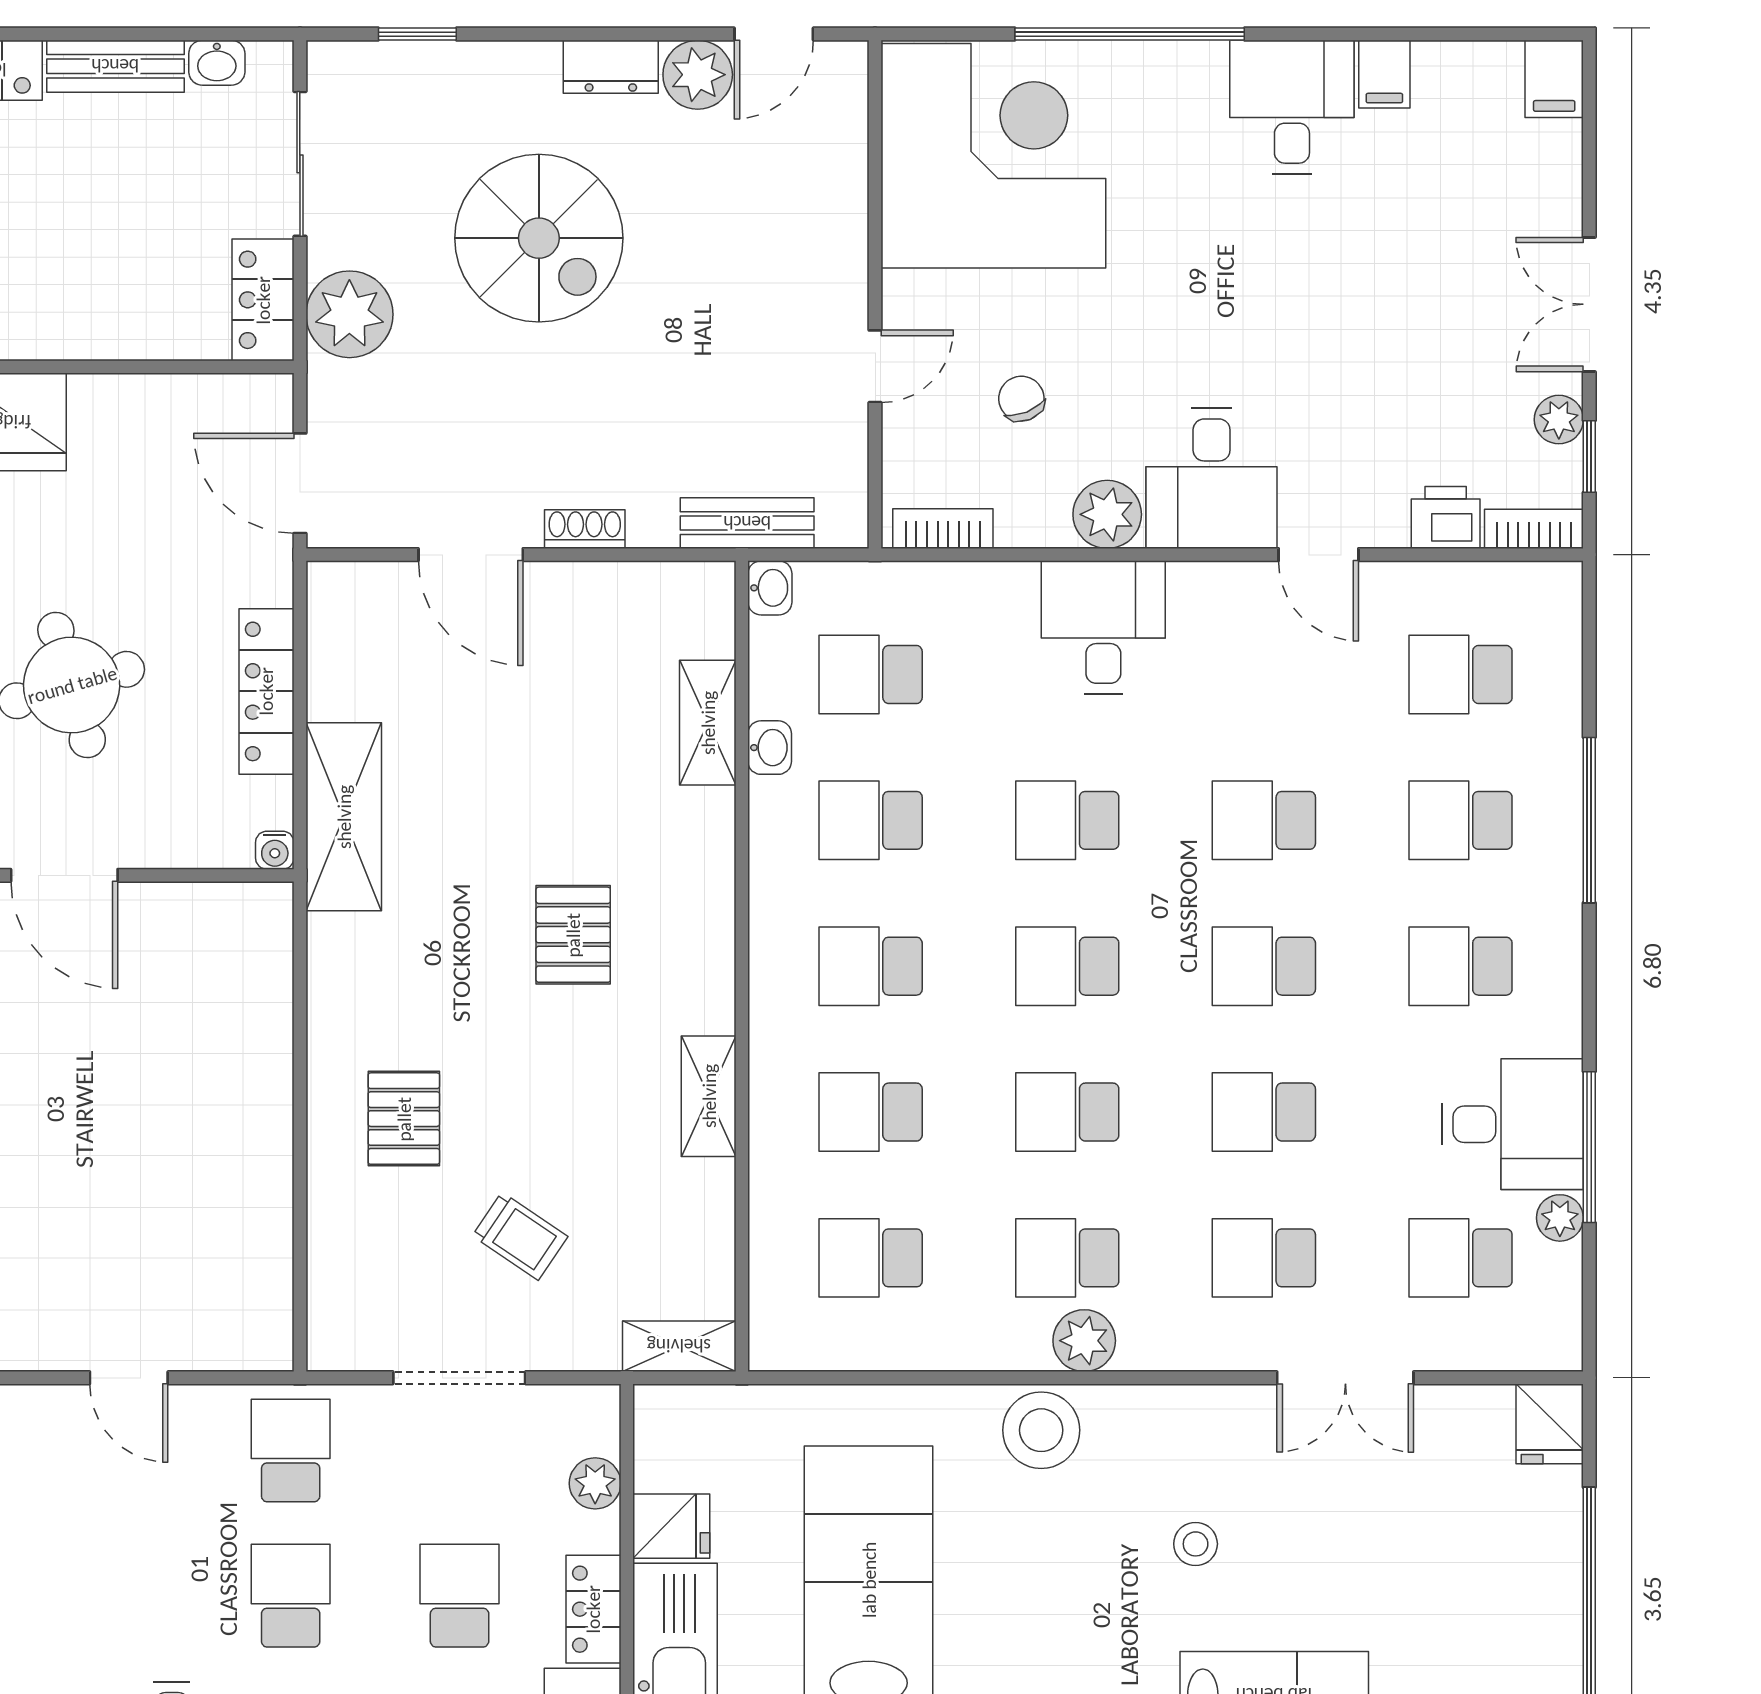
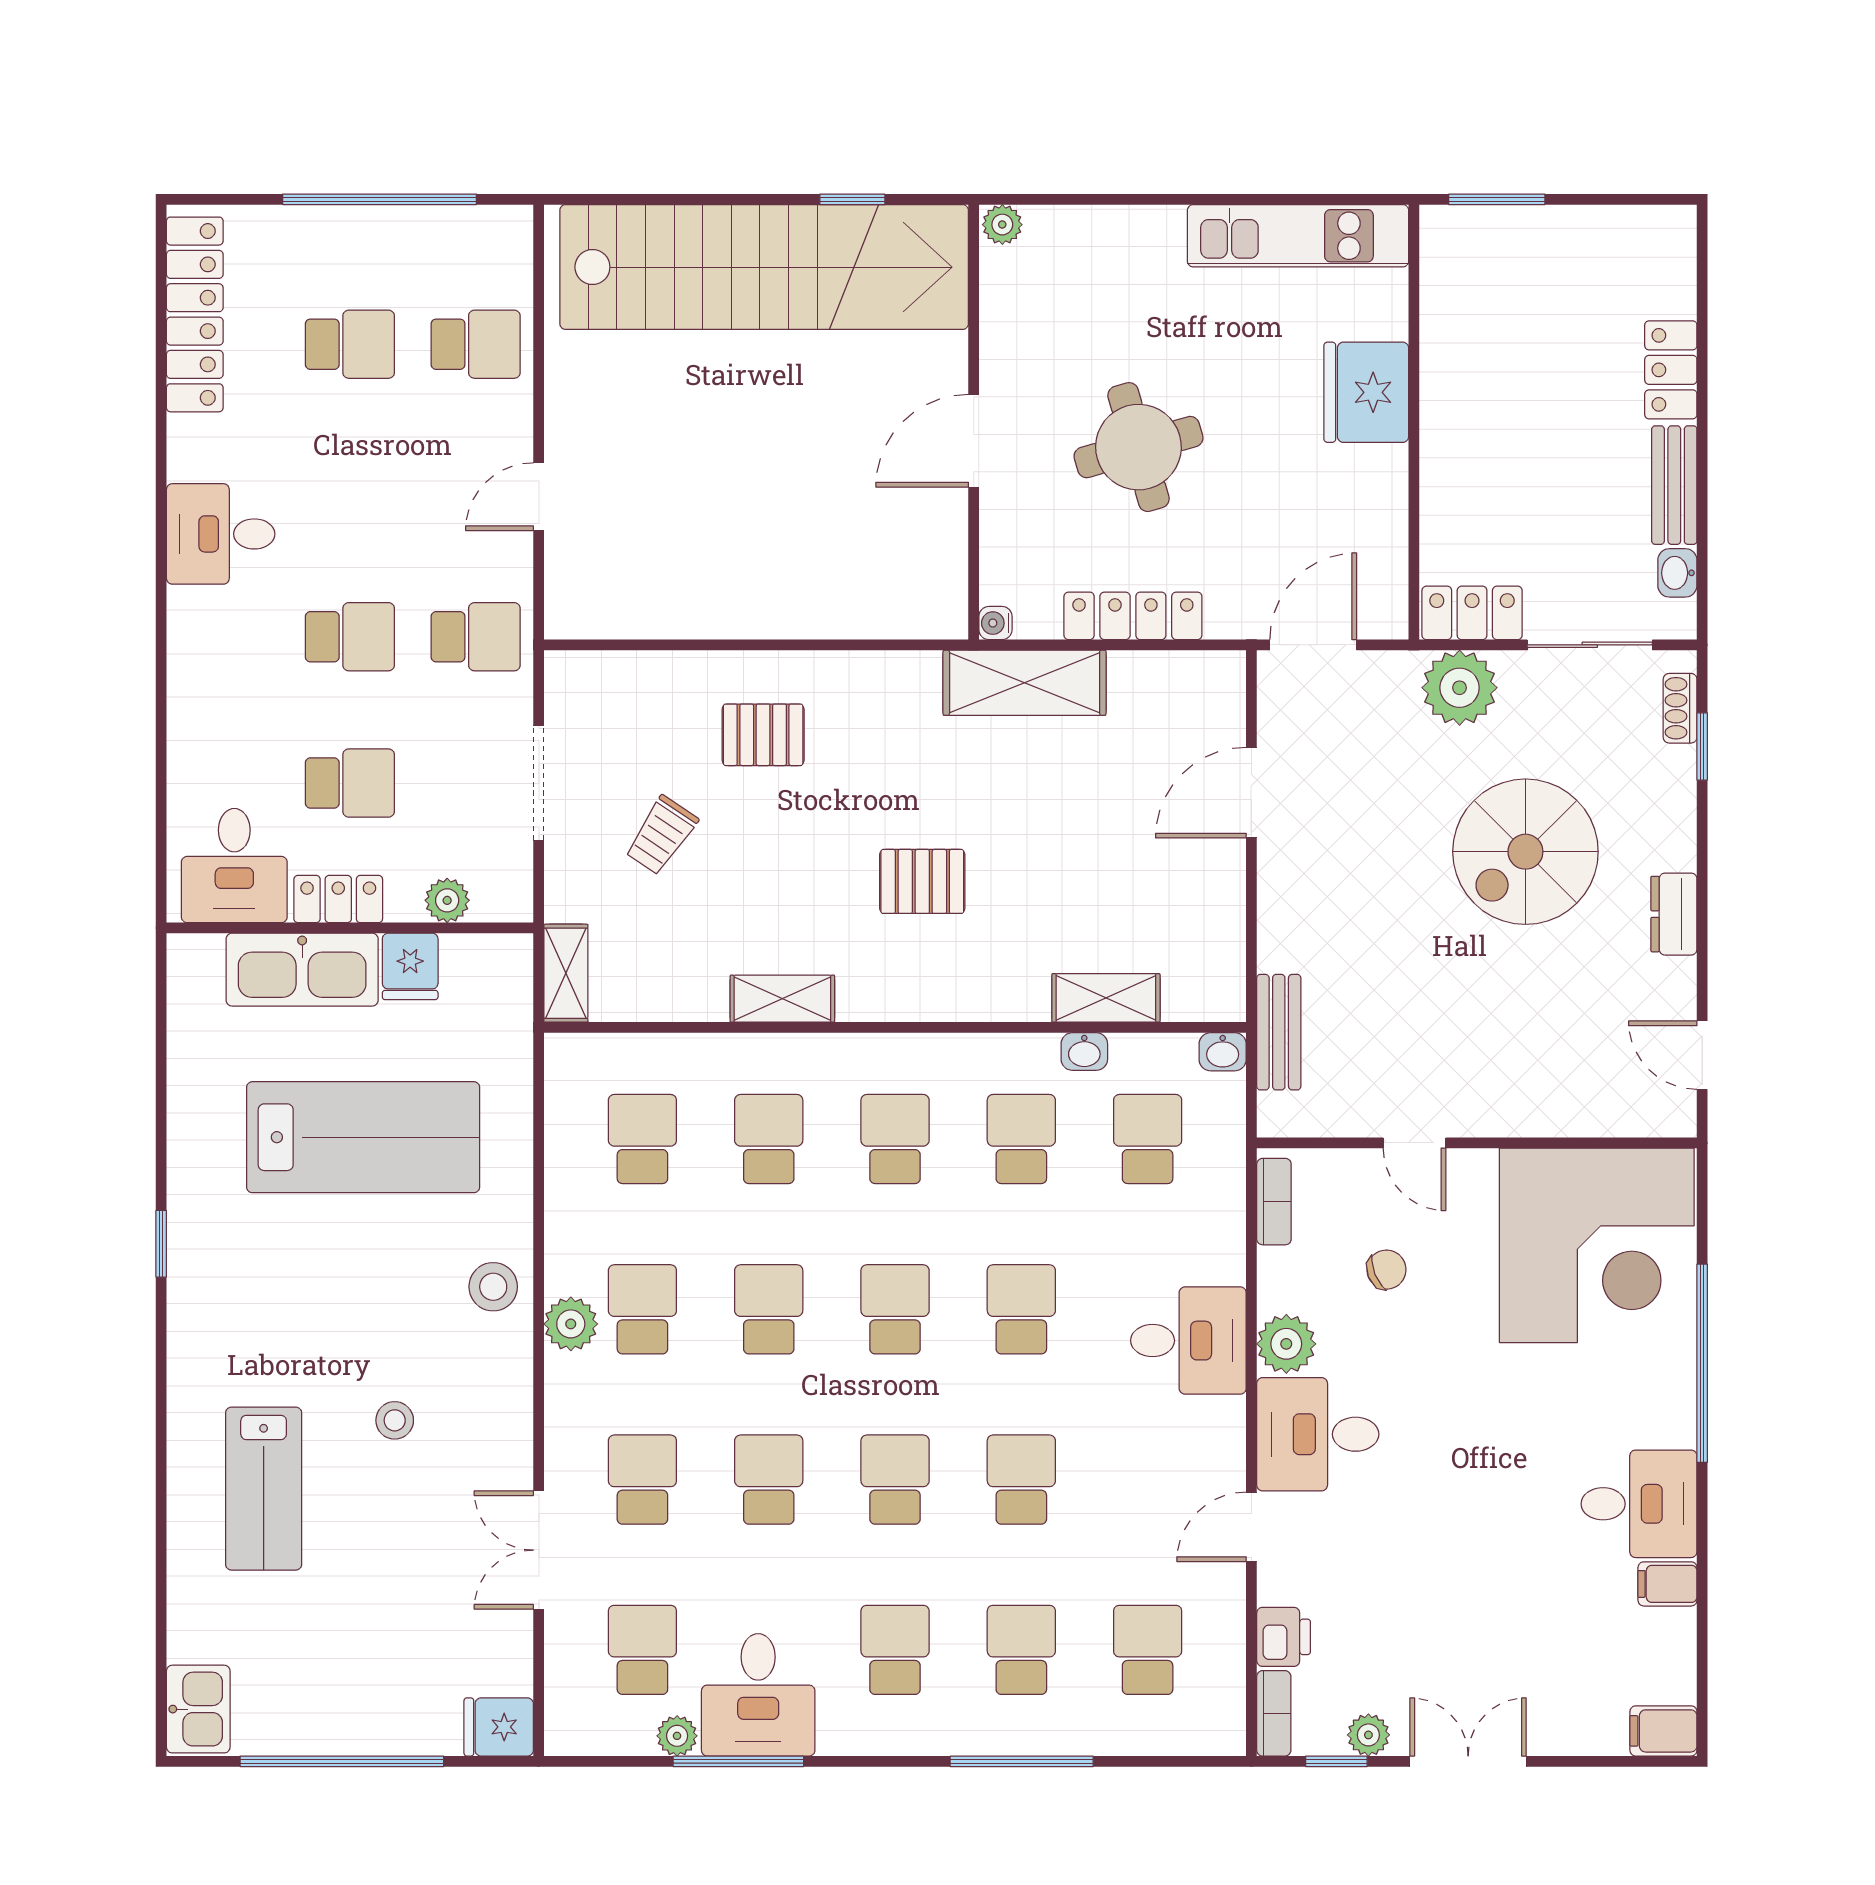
plant: (698, 75) -> (1667, 989), removed
shoe rack: (585, 529) -> (1680, 708), moved, turned 180
stool: (1041, 1430) -> (493, 1287), width x0.73, depth x0.73

